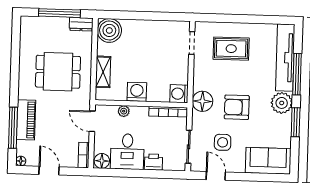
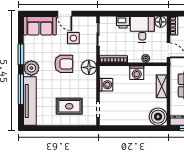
washing machine: (179, 94) -> (106, 85), moved
door: (216, 176) -> (65, 14), moved

